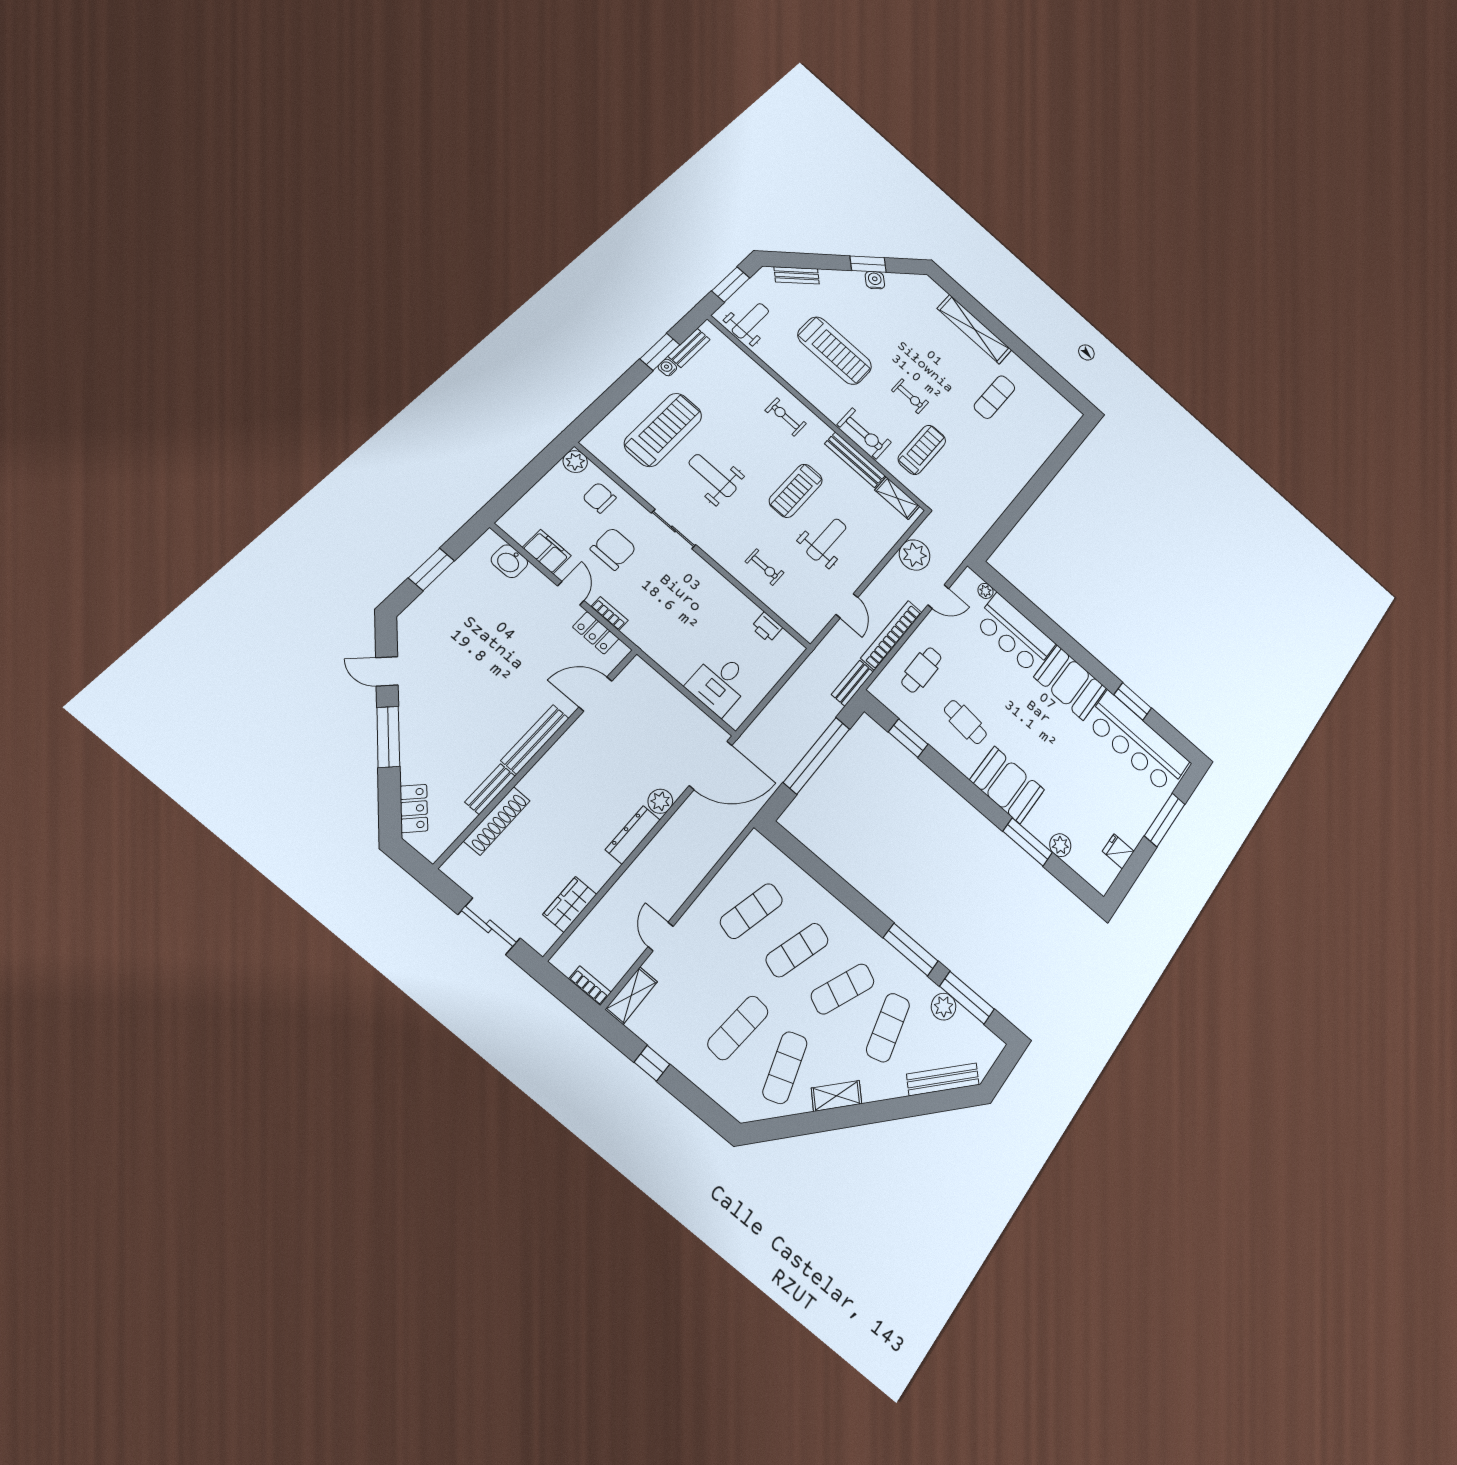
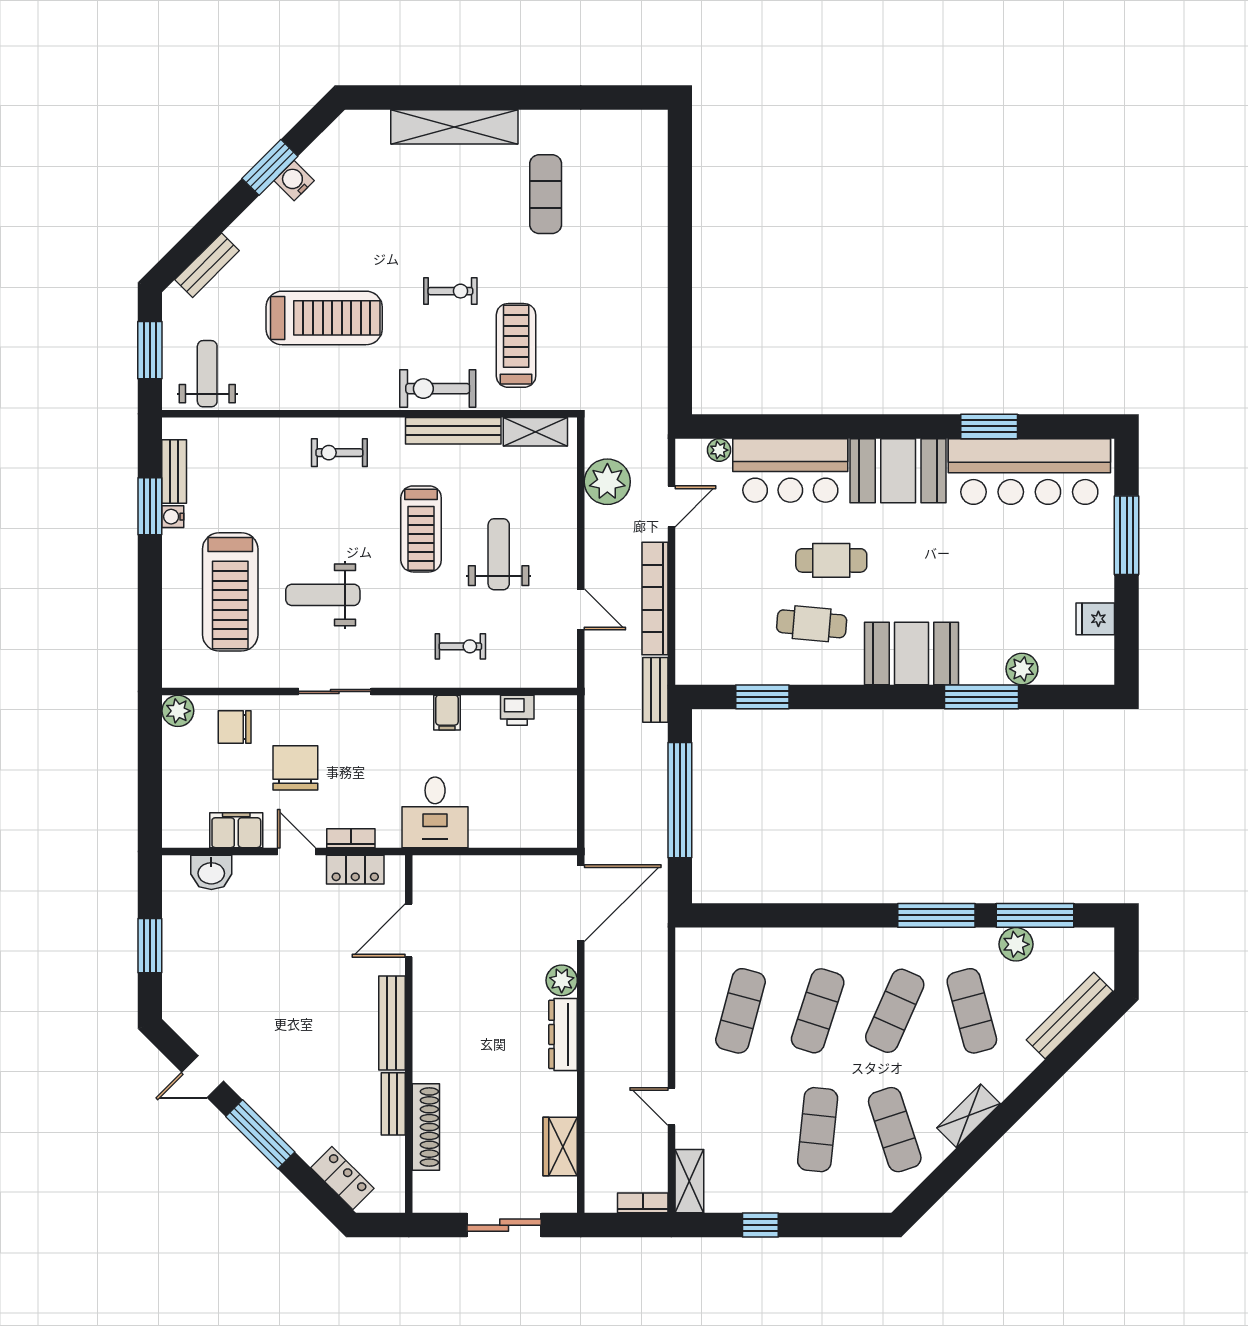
treadmill: (663, 430) -> (230, 592), turned 180
exercise bike: (864, 433) -> (438, 389), turned 180
filing cabinet: (726, 595) -> (447, 713), added
cafe table: (921, 670) -> (831, 560), moved, turned 90
desk: (719, 683) -> (435, 812), moved

